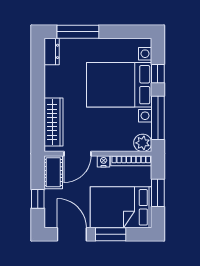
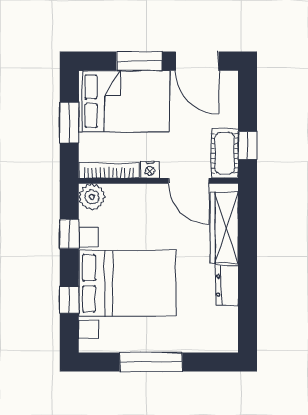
window: (78, 32) -> (151, 362), moved
dresser: (52, 51) -> (227, 285), moved
window: (158, 118) -> (69, 234), width x0.46
door: (77, 154) -> (189, 181), swing flipped
window: (38, 199) -> (248, 145), moved

